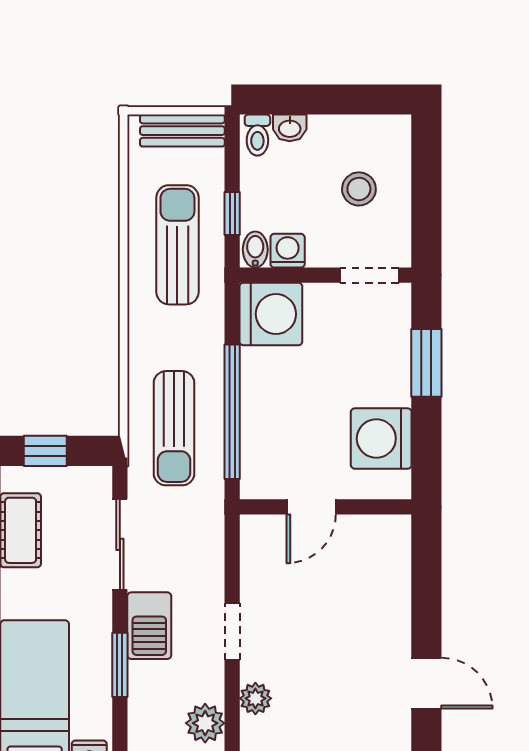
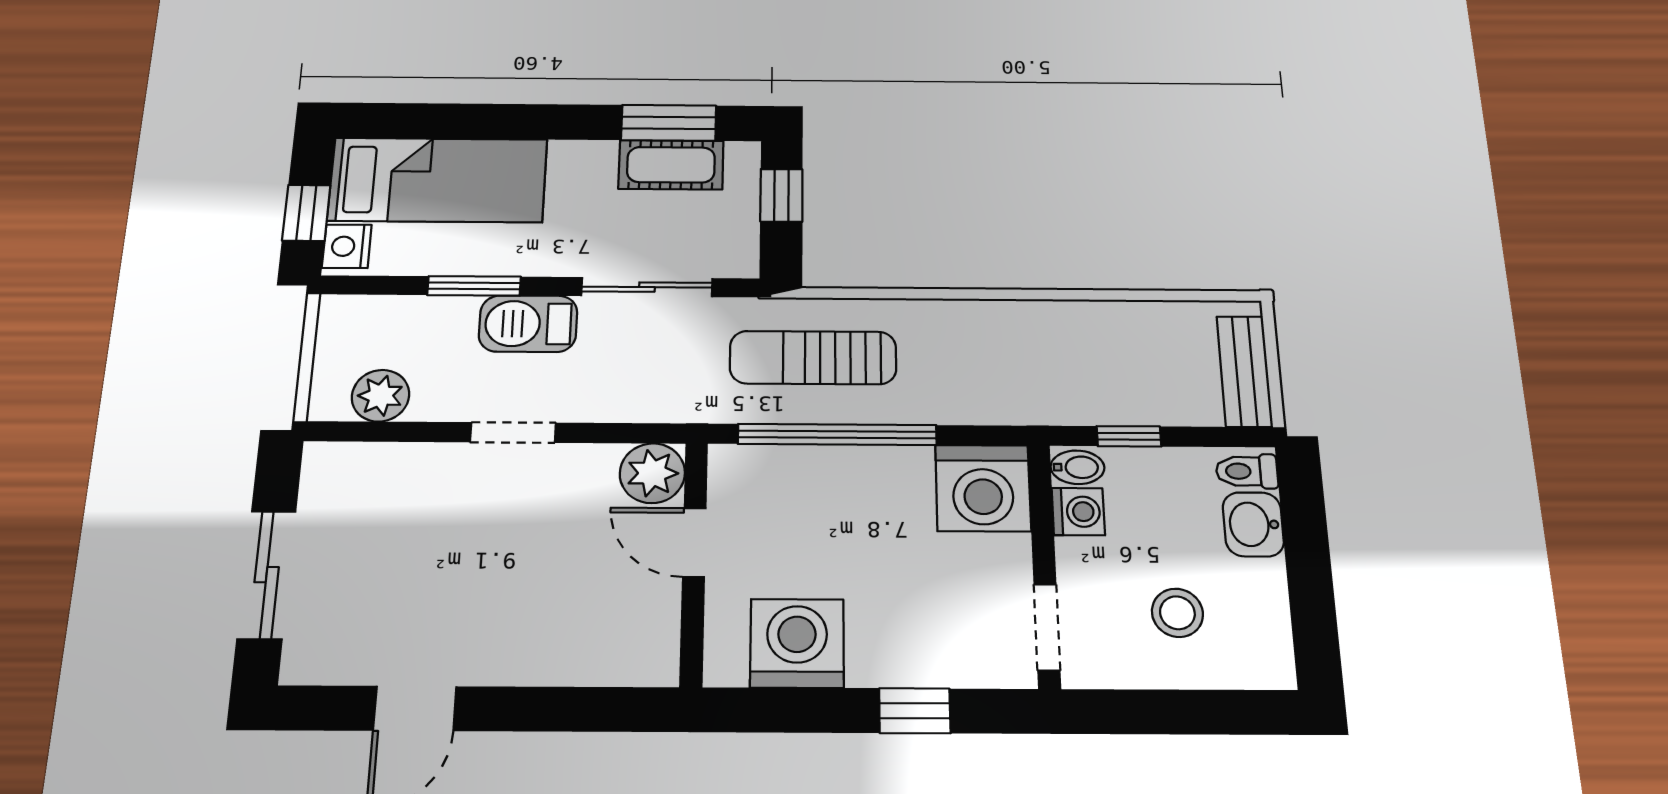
washbasin: (290, 128) -> (1253, 524), width x1.38, depth x1.45
sun lounger: (177, 245) -> (1079, 364), removed
window: (426, 363) -> (915, 711), width x0.67
plant: (255, 698) -> (652, 473), moved, width x1.38, depth x1.38

